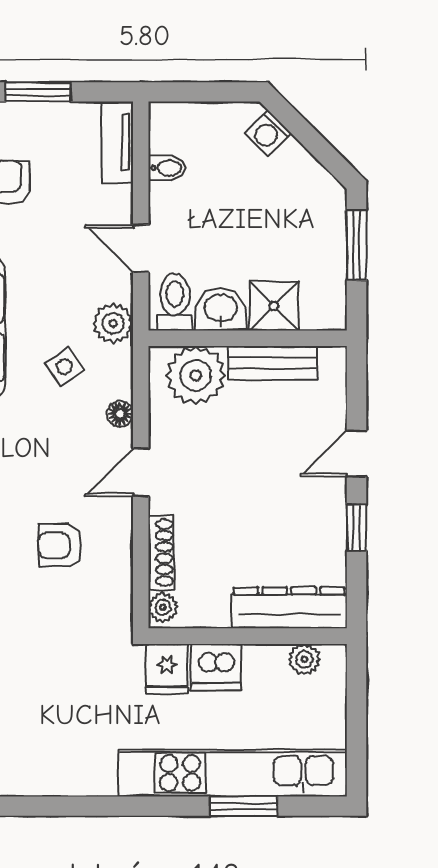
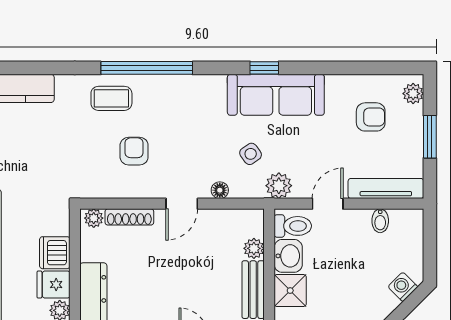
tv unit: (117, 142) -> (386, 189), width x1.41
plant: (196, 375) -> (254, 248), width x0.53, depth x0.53
door: (141, 472) -> (182, 204), swing flipped
fridge: (167, 669) -> (54, 285), moved

